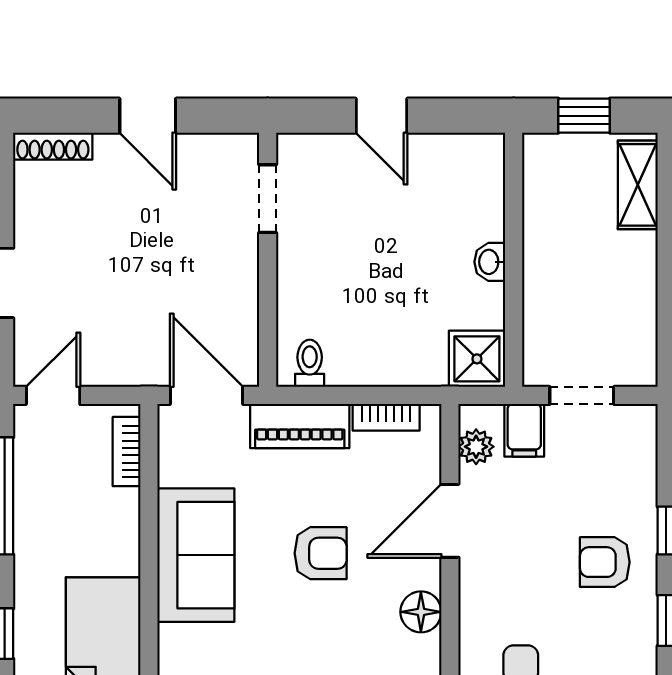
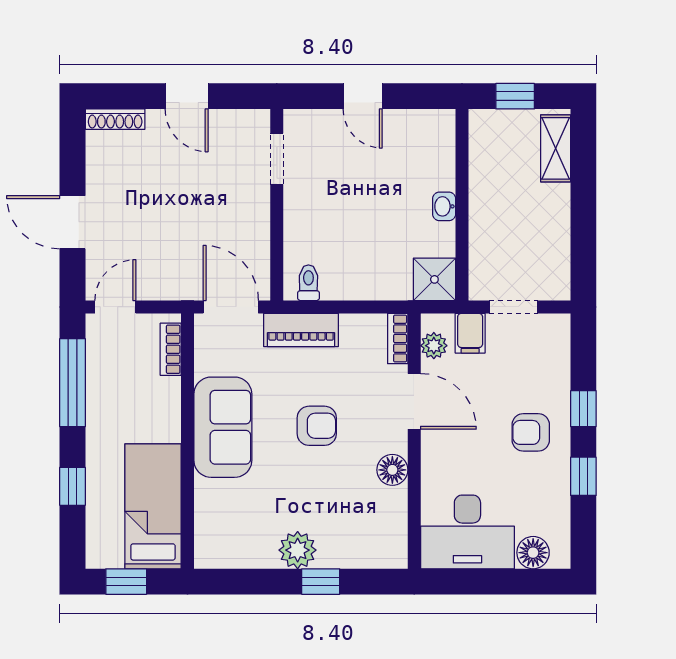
bookcase: (386, 417) -> (398, 339), moved, turned 90
door: (450, 521) -> (414, 401), swing flipped

